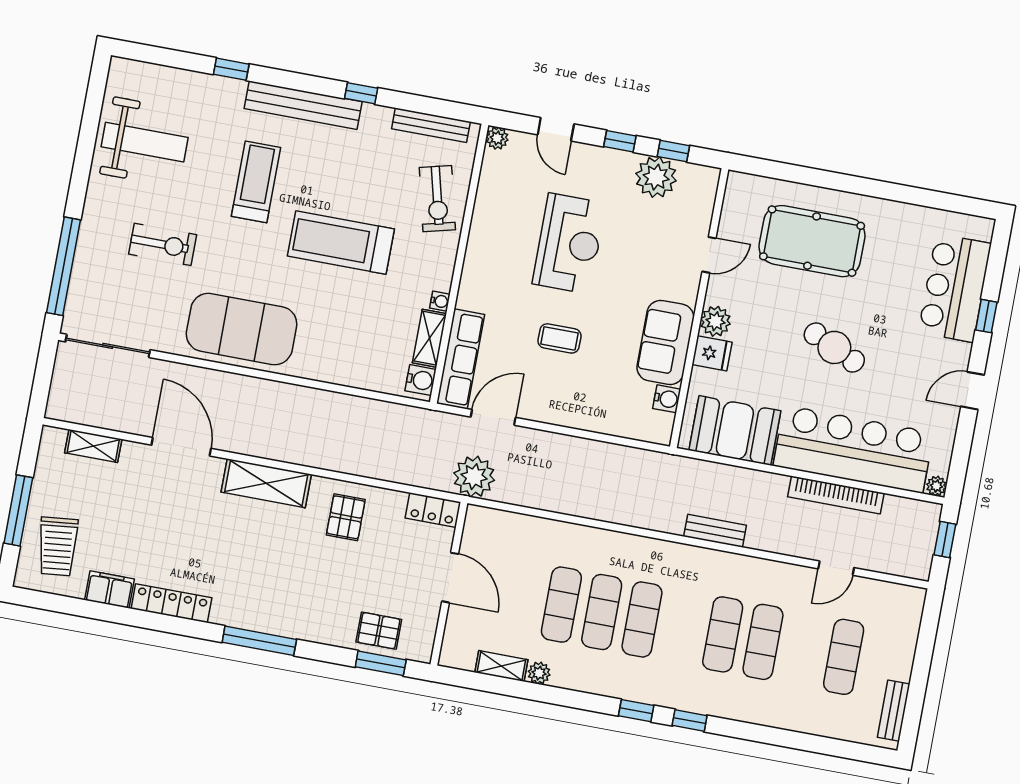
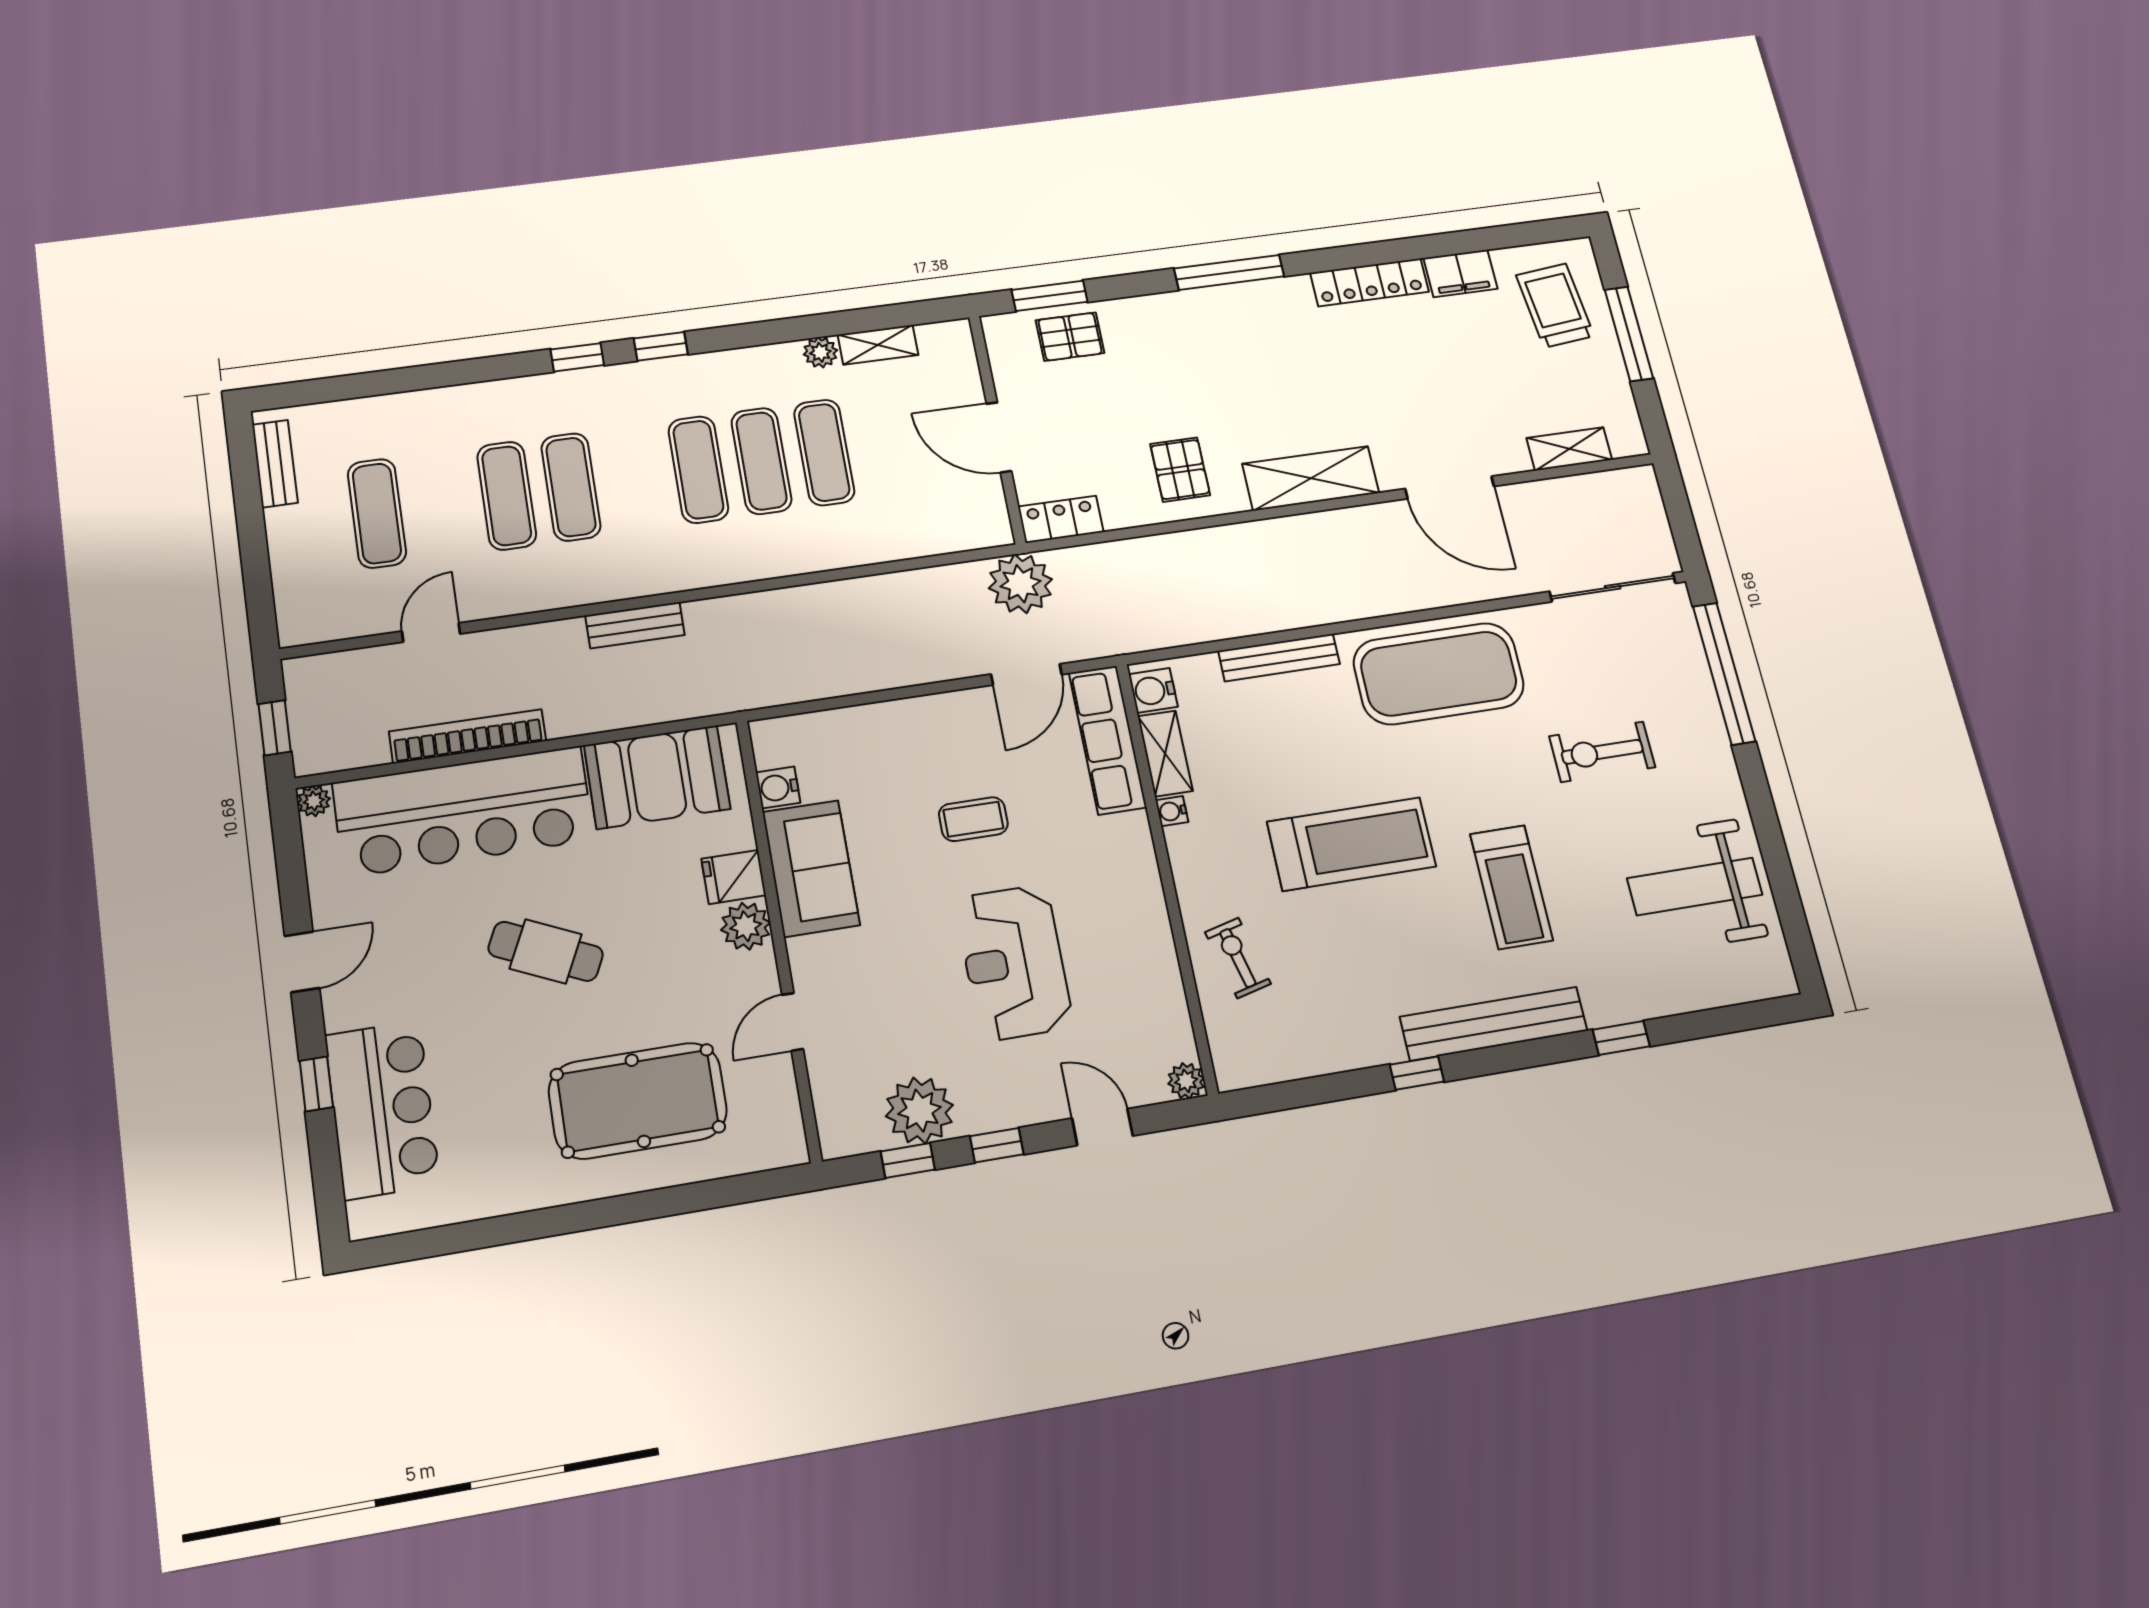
bench: (431, 125) -> (1279, 657), moved
exercise bike: (437, 199) -> (1238, 958), width x0.73, depth x0.72

